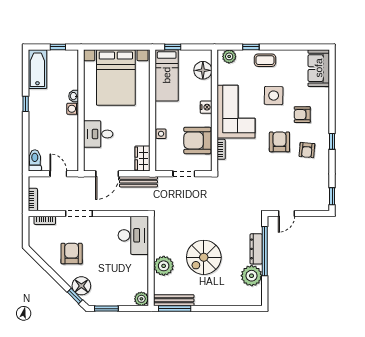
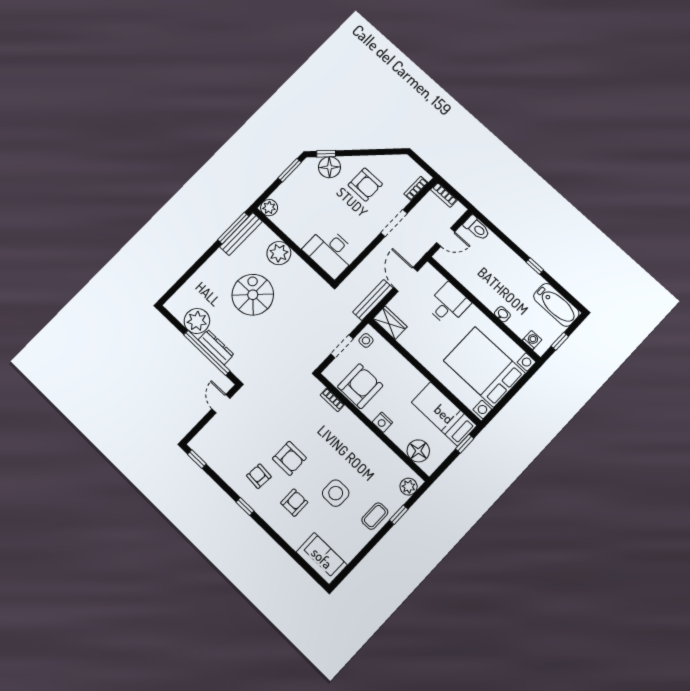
washing machine: (73, 109) -> (532, 340), moved
corner sofa: (236, 112) -> (353, 445), removed
side table: (161, 134) -> (366, 340), moved

